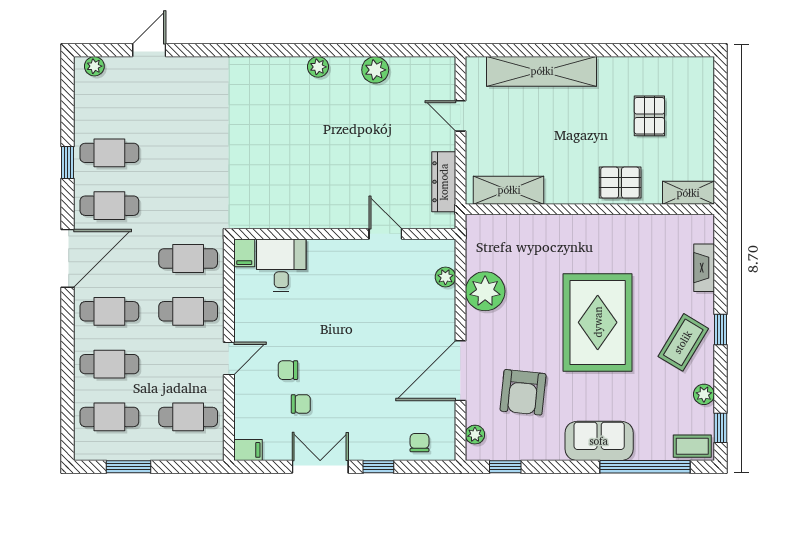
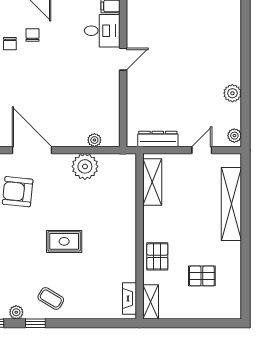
plant: (318, 67) -> (234, 136), moved
door: (385, 234) -> (123, 59), moved
fireplace: (704, 268) -> (130, 298), moved, turned -90
rug: (598, 322) -> (64, 241), width x0.54, depth x0.49
window: (720, 329) -> (35, 323), moved
coffee table: (683, 342) -> (51, 298), width x0.73, depth x0.77

